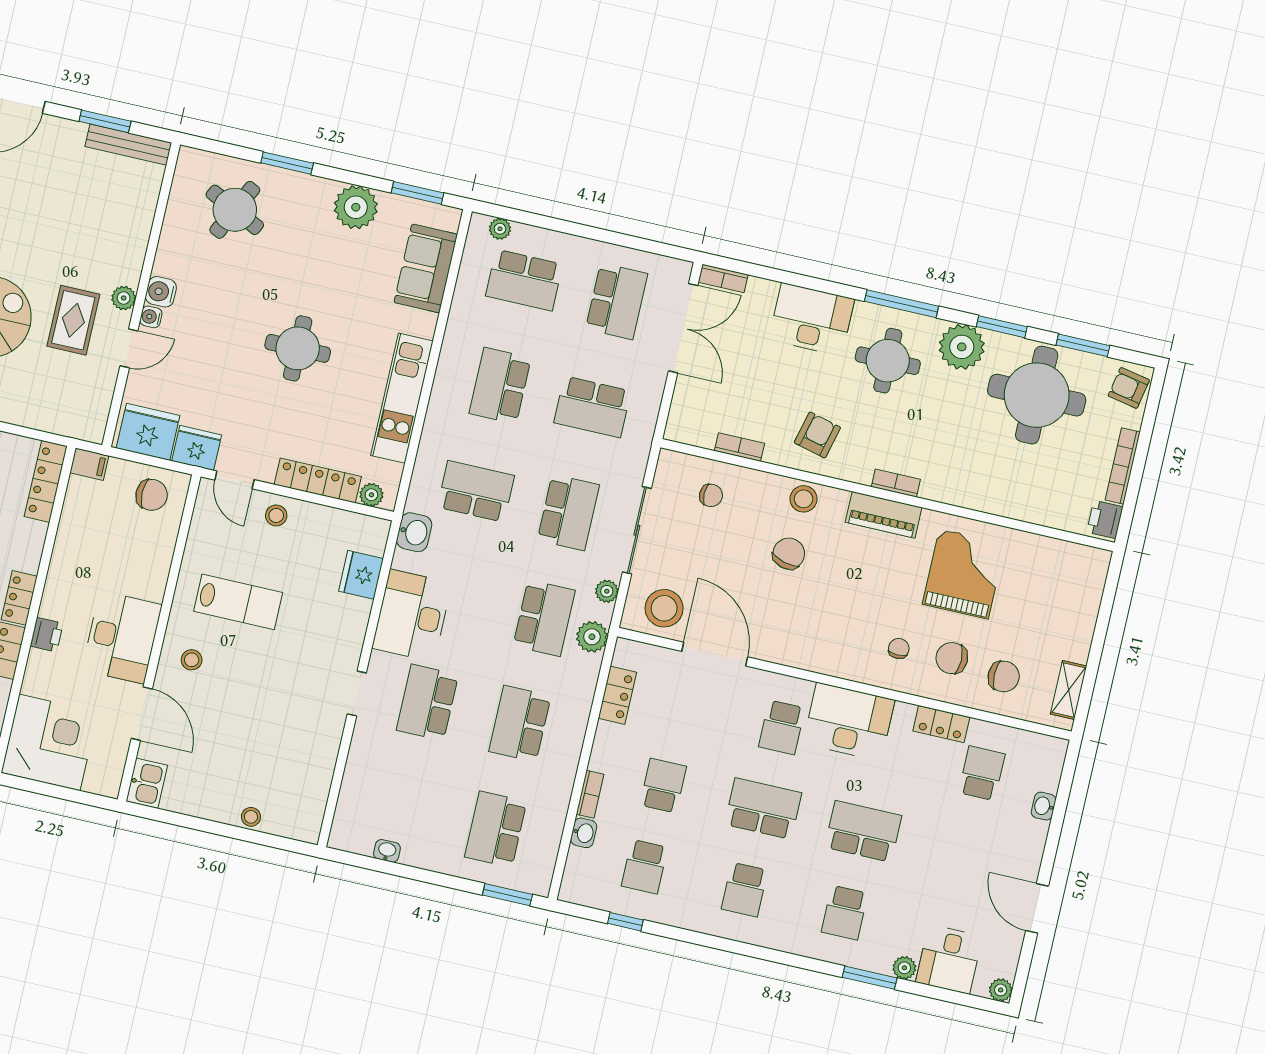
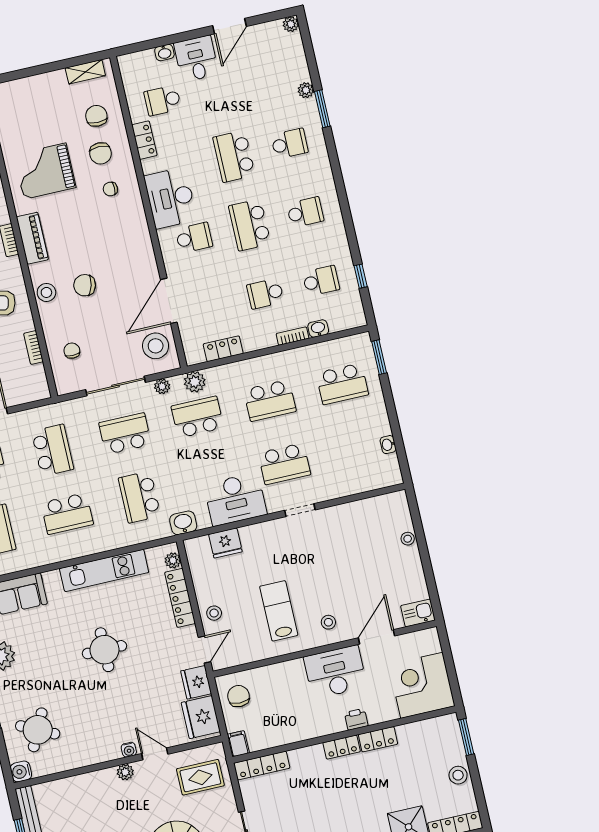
water cooler: (161, 292) -> (21, 771), moved, turned 90
rug: (73, 320) -> (200, 777), moved
desk: (949, 959) -> (196, 59), moved, turned -90

